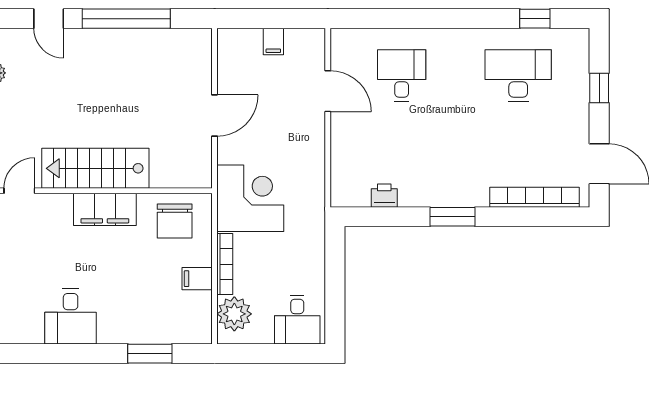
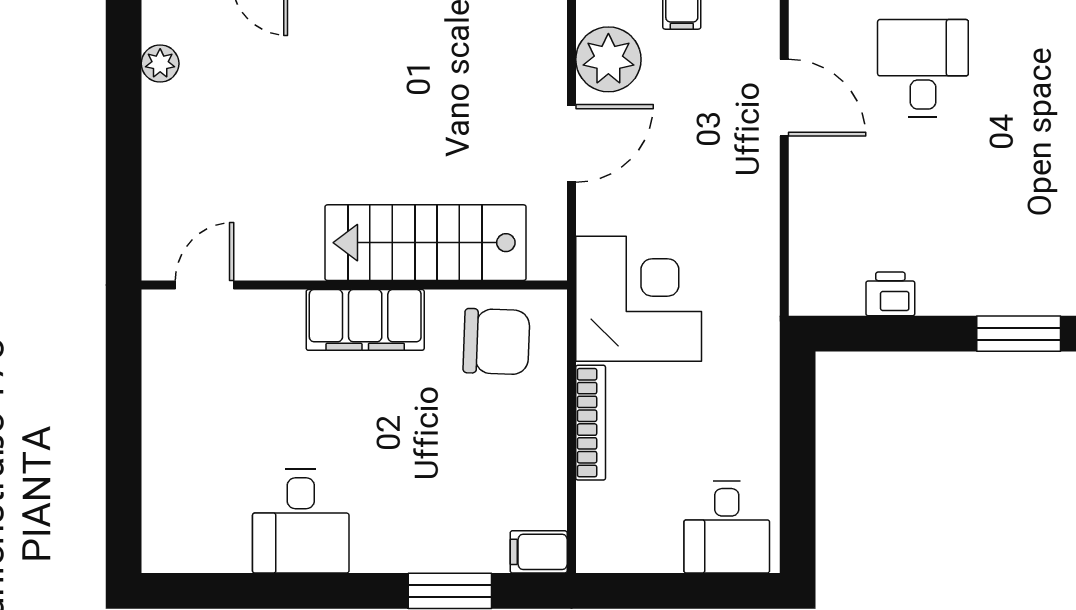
stairs: (95, 168) -> (426, 243), moved
chair: (175, 221) -> (496, 342), turned -88
filing cabinet: (197, 279) -> (539, 552), moved
plant: (234, 314) -> (608, 59), moved

